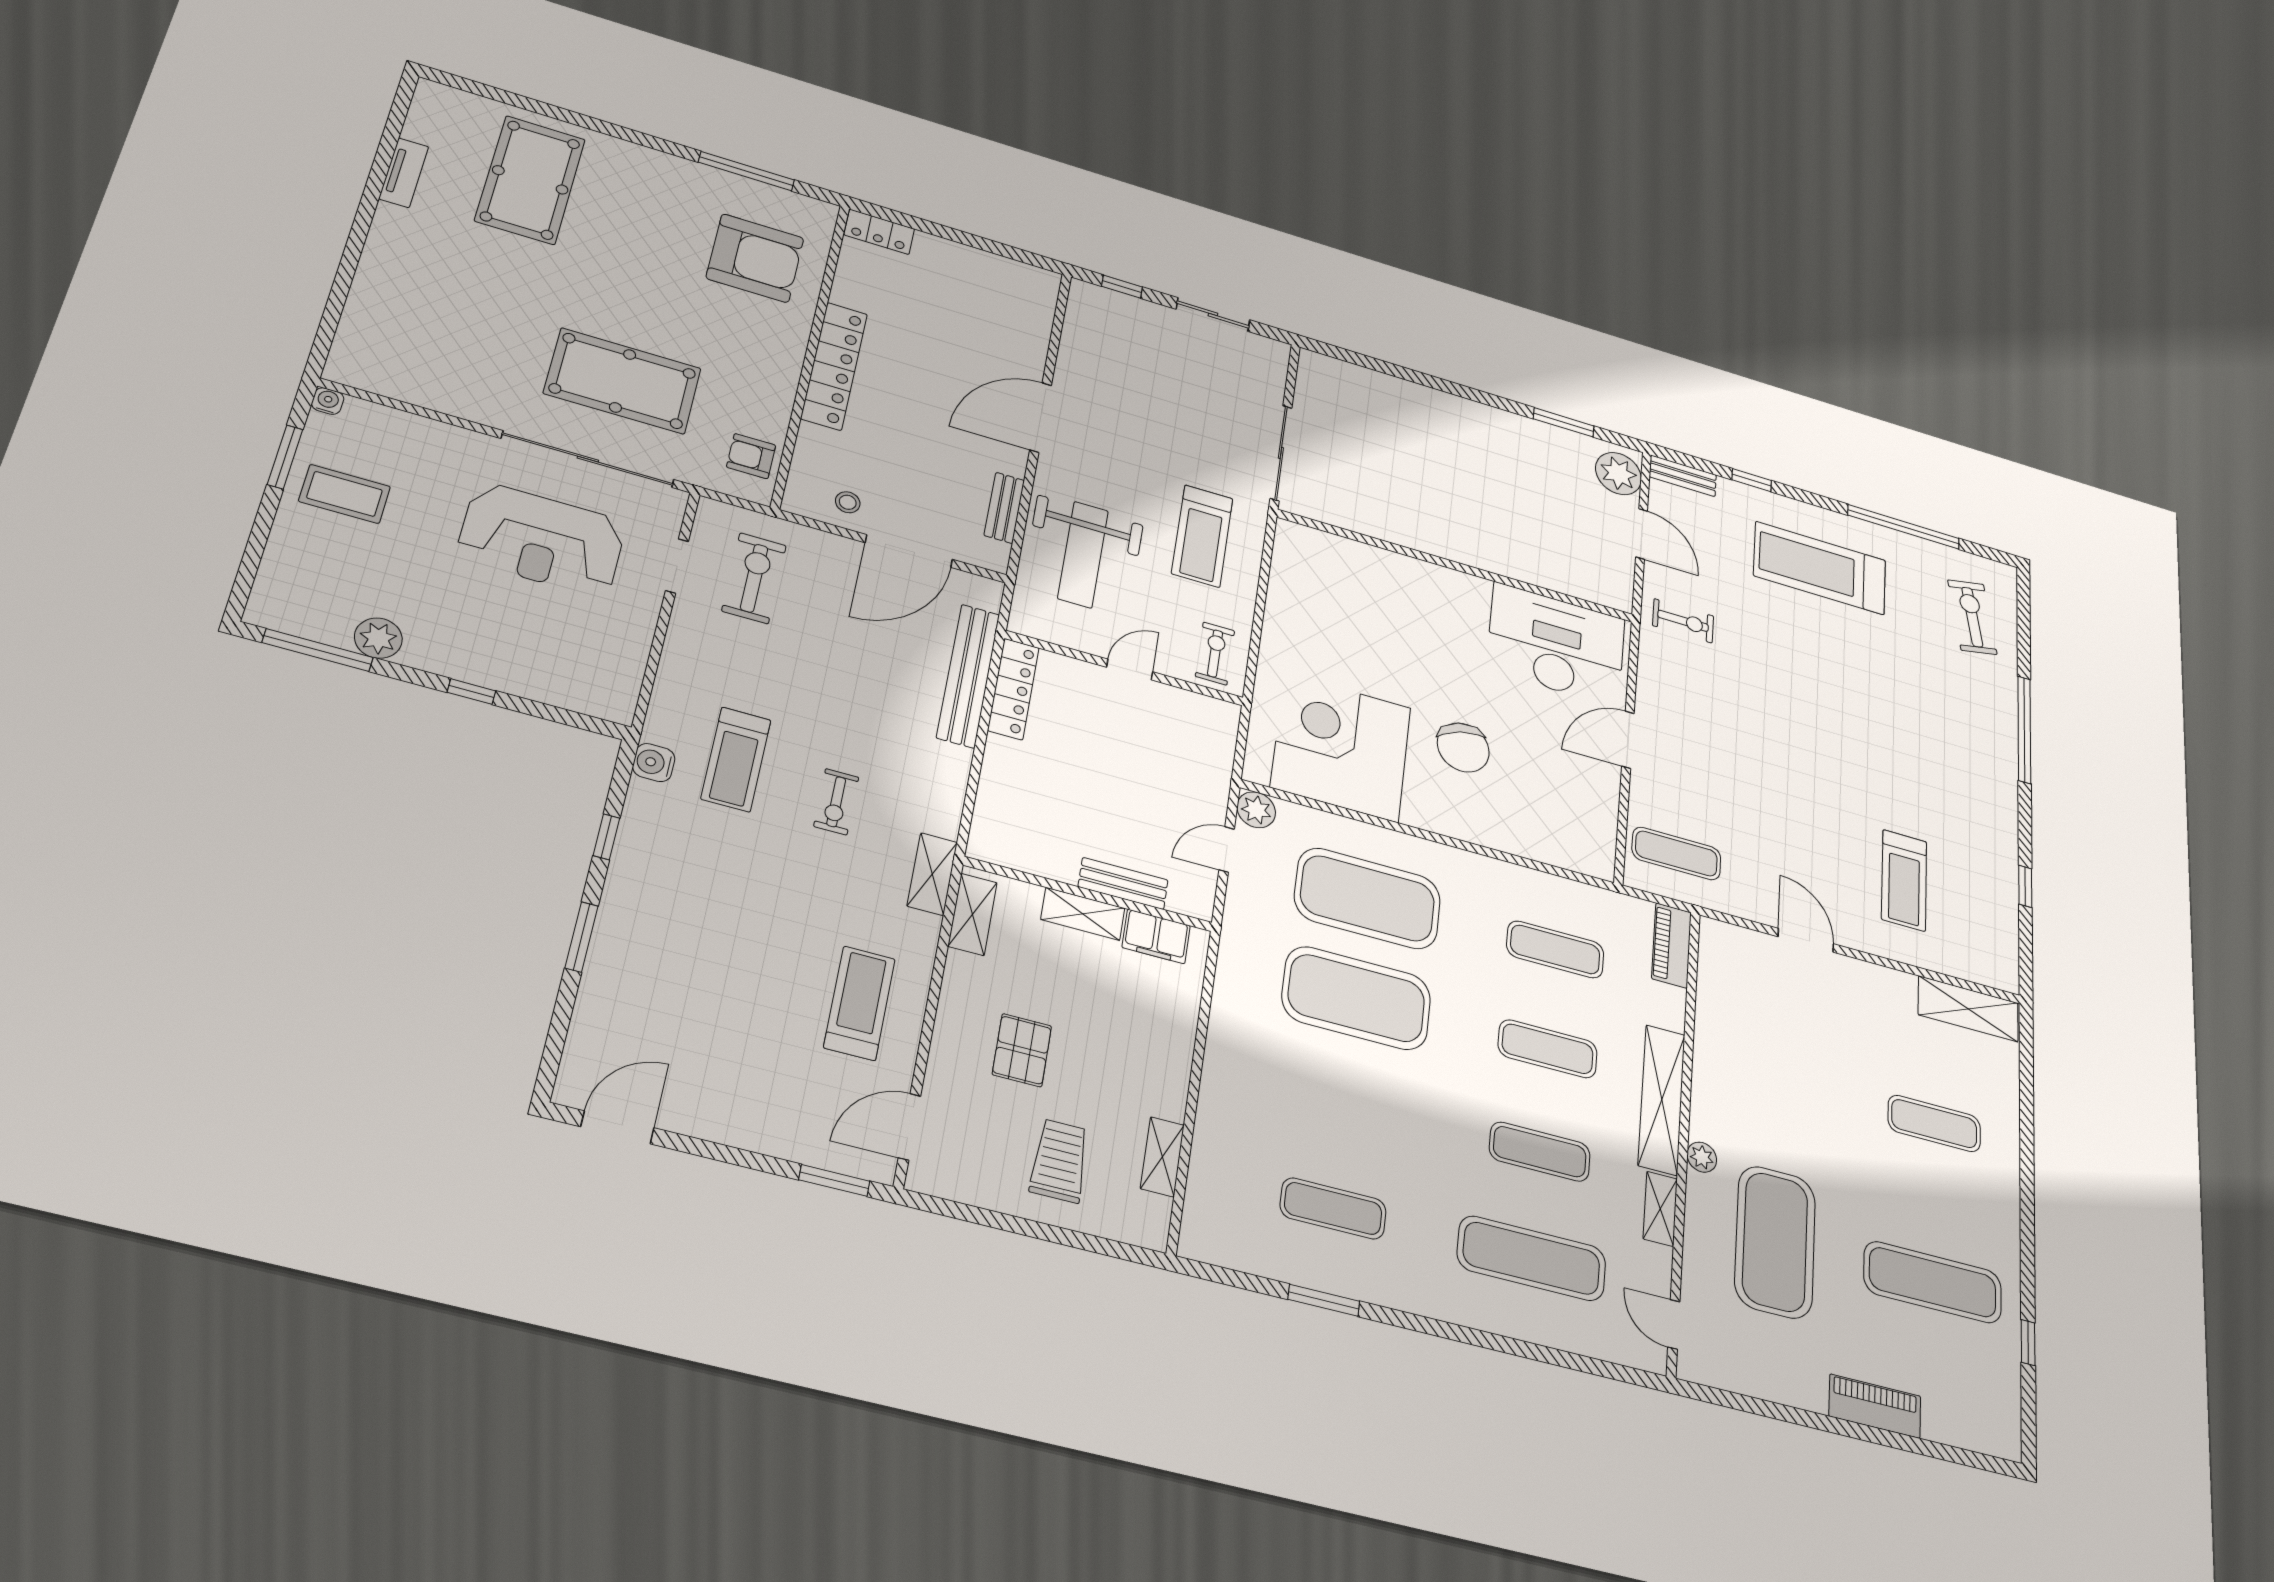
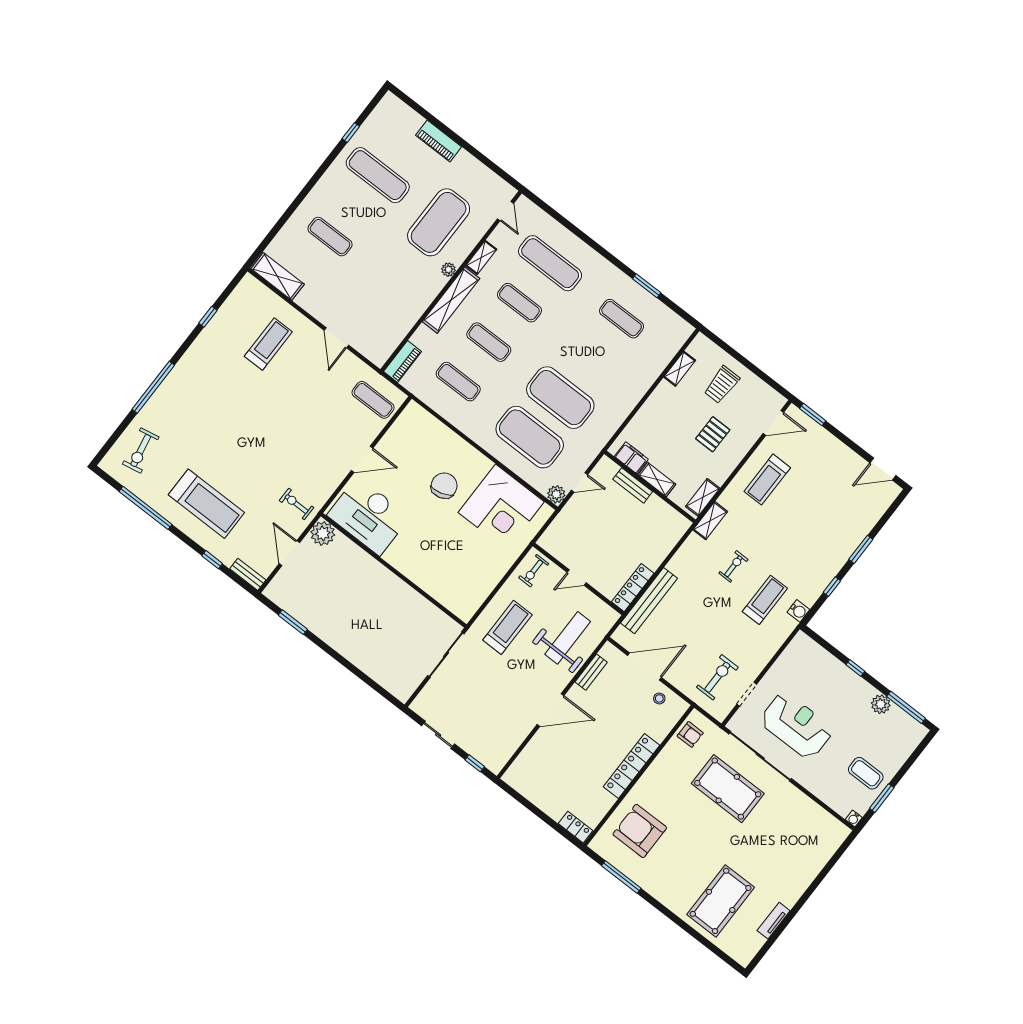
plant: (1619, 474) -> (323, 533), moved
exercise bike: (754, 578) -> (717, 677), turned 180

